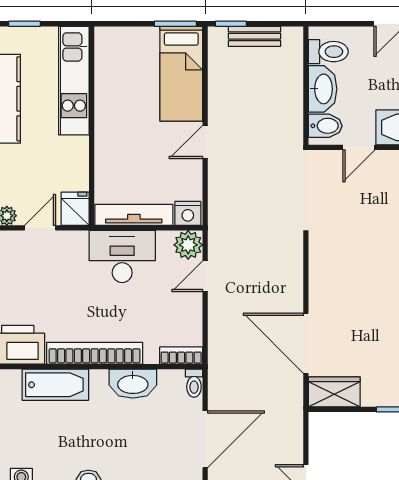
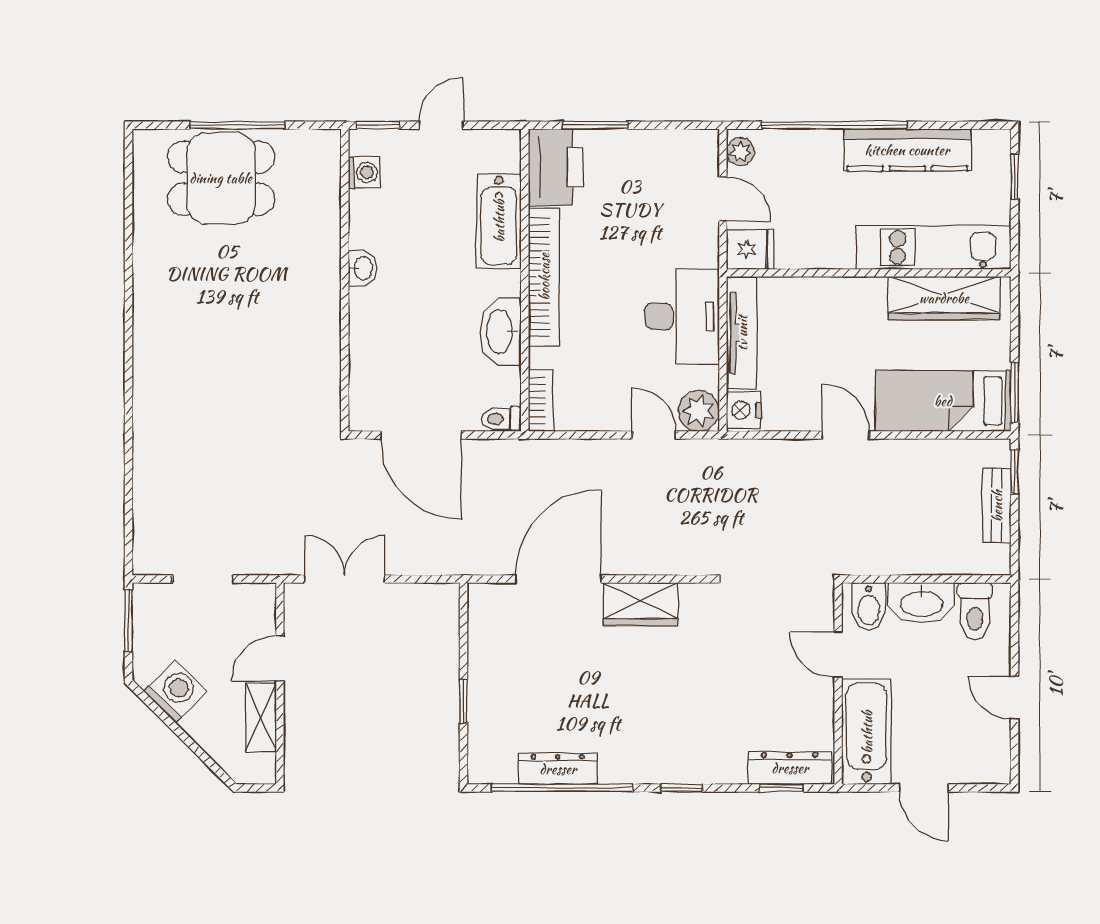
wardrobe: (109, 73) -> (944, 298), added
wardrobe: (334, 392) -> (641, 604), moved, turned 90

